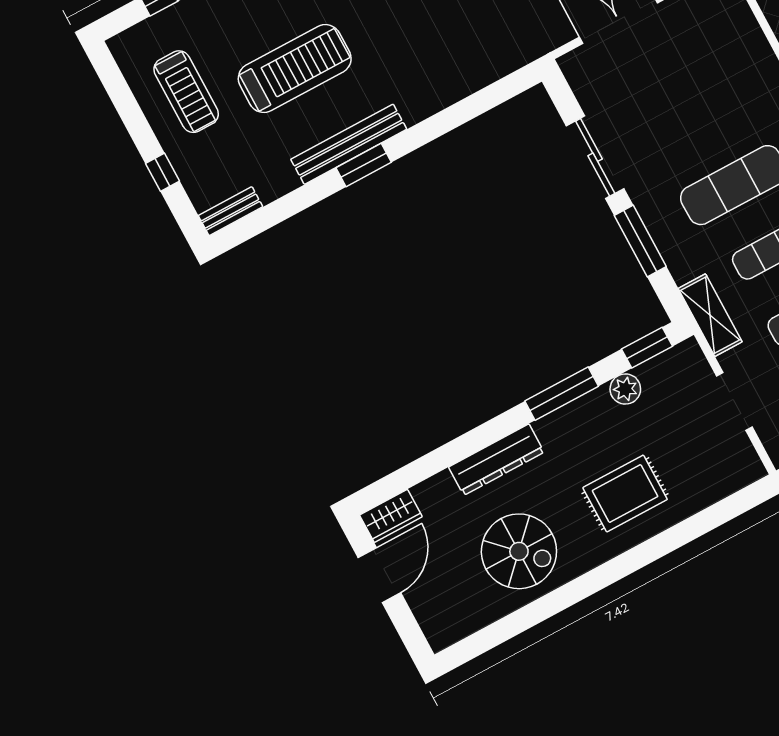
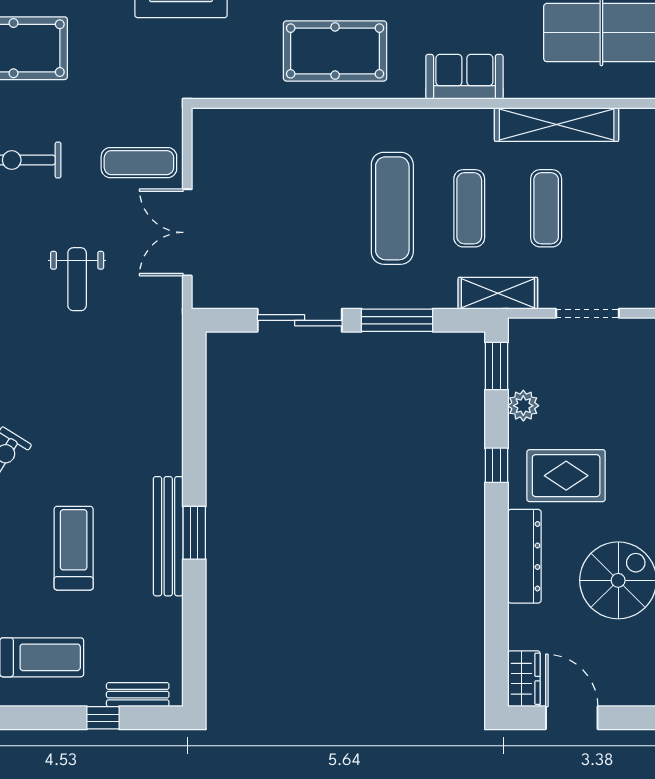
treadmill: (295, 69) -> (74, 548), width x0.73, depth x0.73
bench: (230, 211) -> (138, 695), moved, turned 90
window: (562, 394) -> (497, 465), width x0.46
rug: (625, 494) -> (566, 476), moved, turned 90

